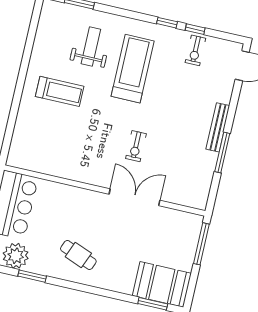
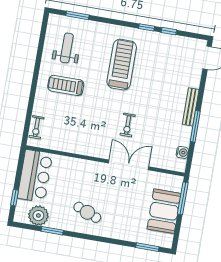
weight bench: (91, 47) -> (67, 48), moved
exercise bike: (195, 50) -> (36, 127), moved
treadmill: (60, 91) -> (66, 85), turned 180
water cooler: (204, 185) -> (182, 152), added
booth: (162, 284) -> (164, 211), moved, turned 90

